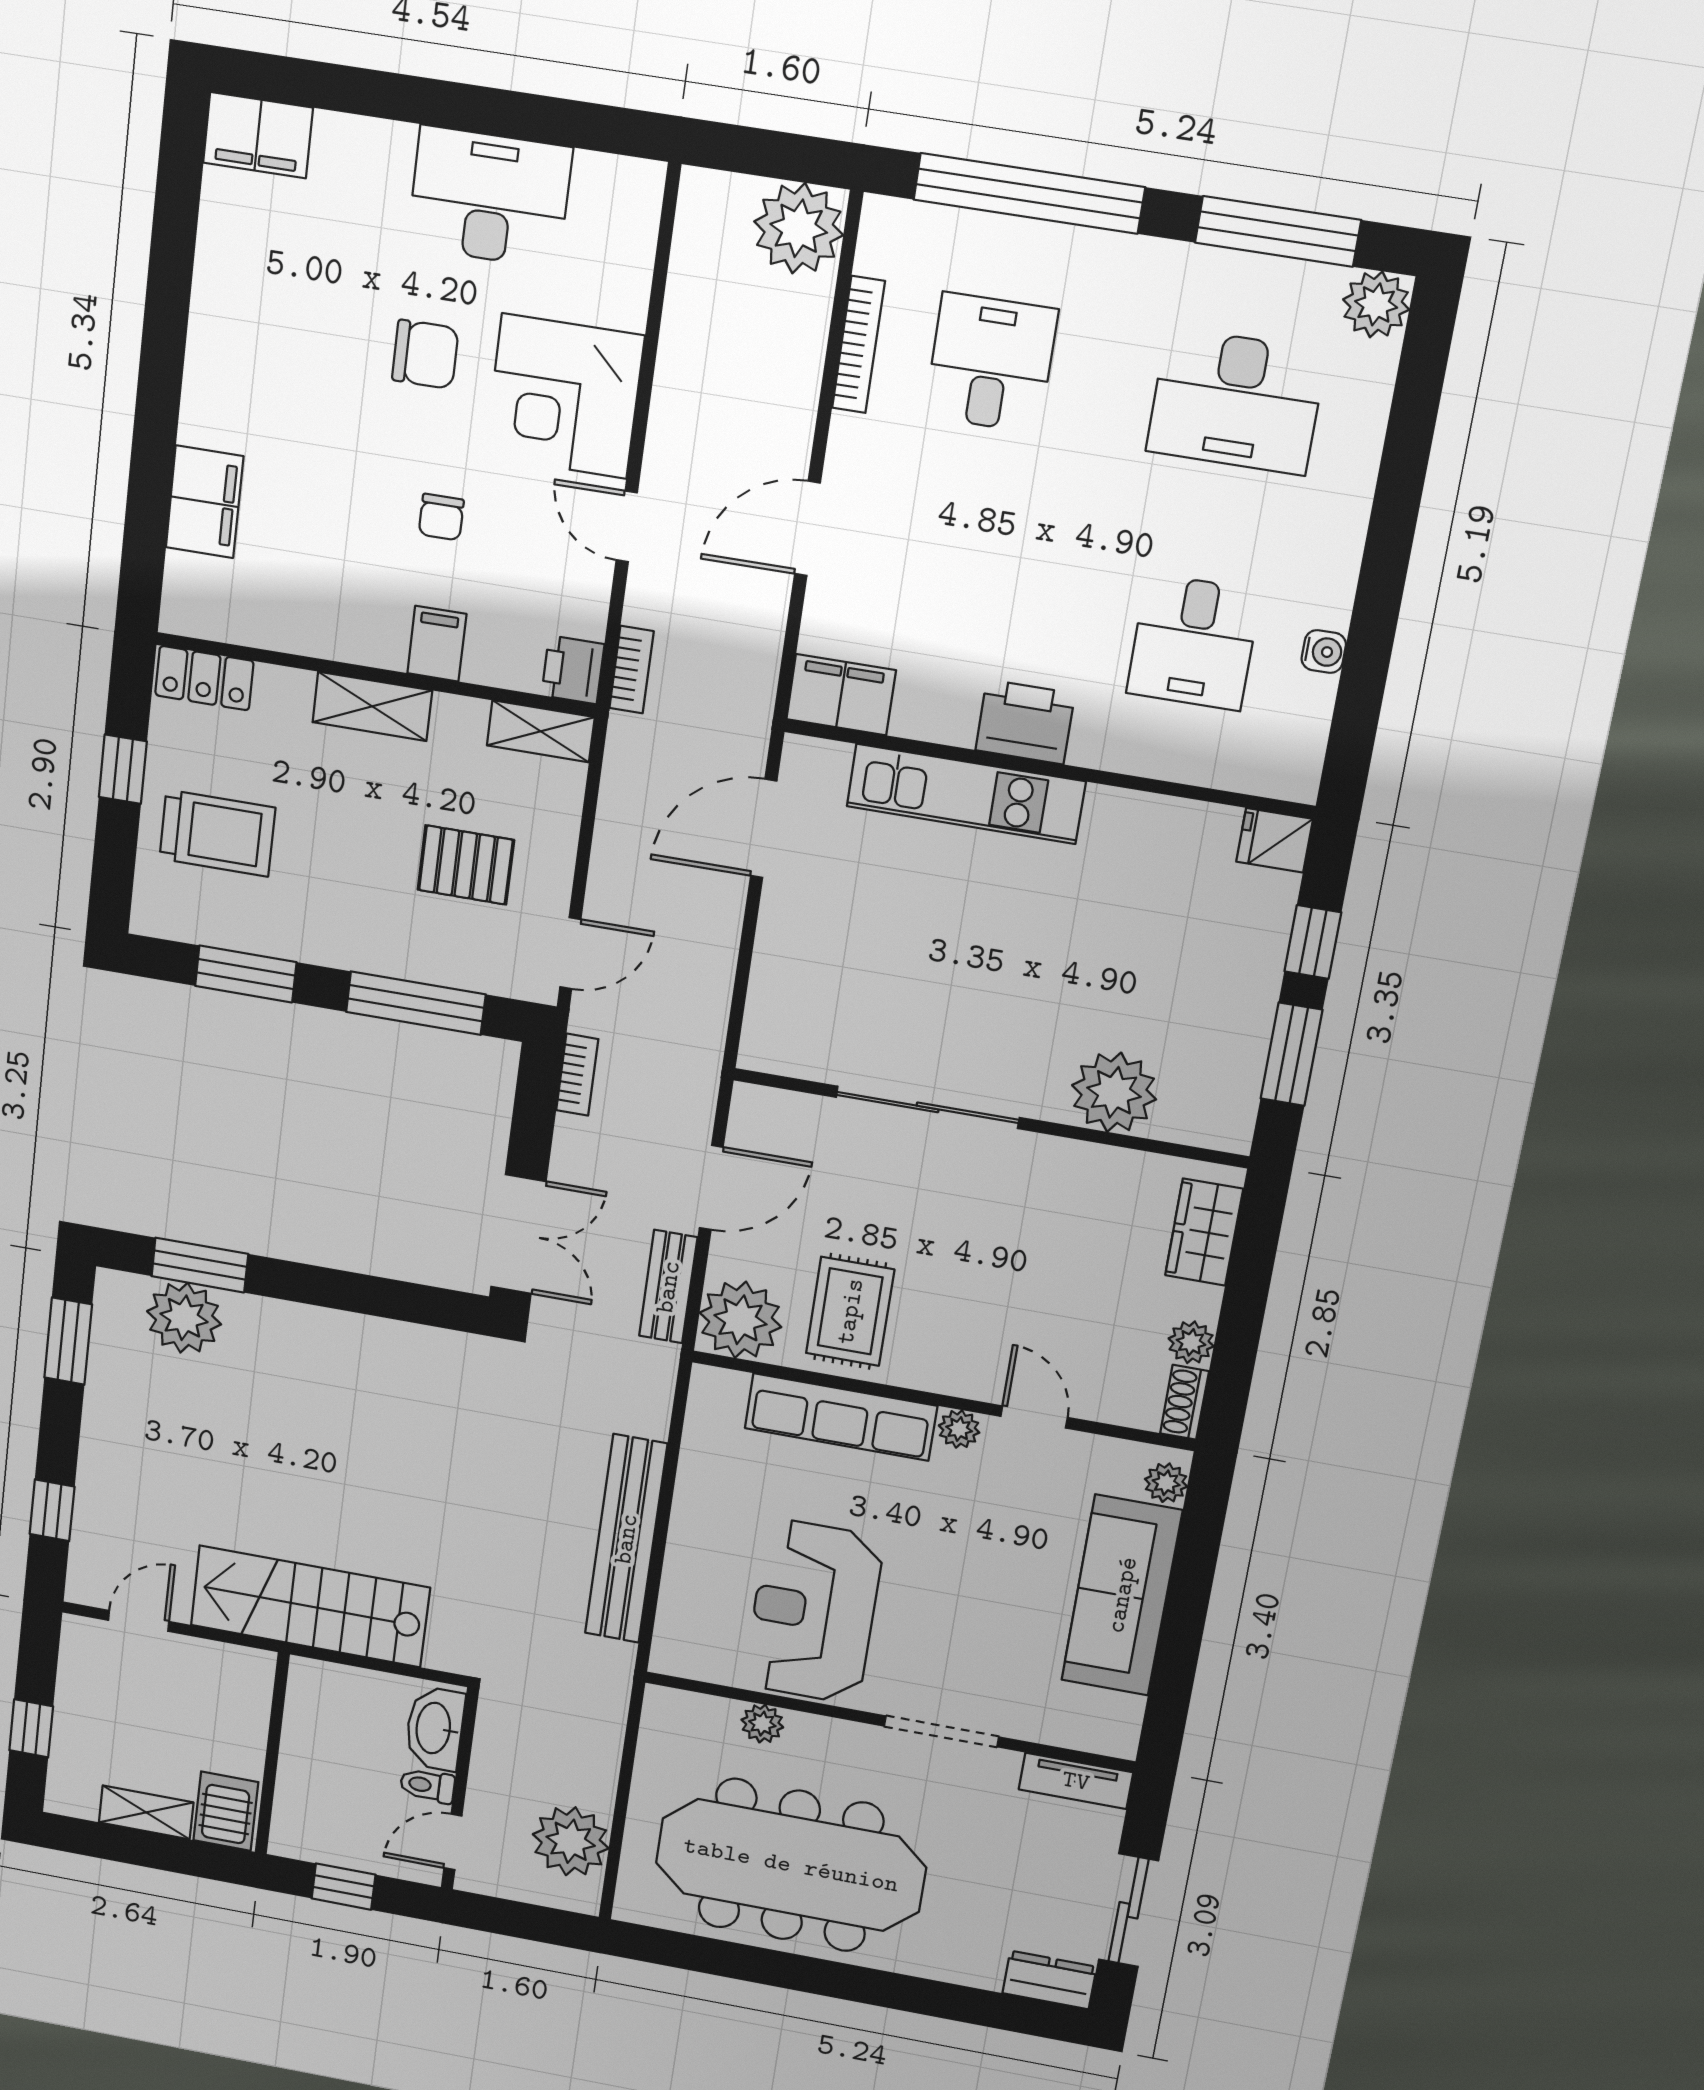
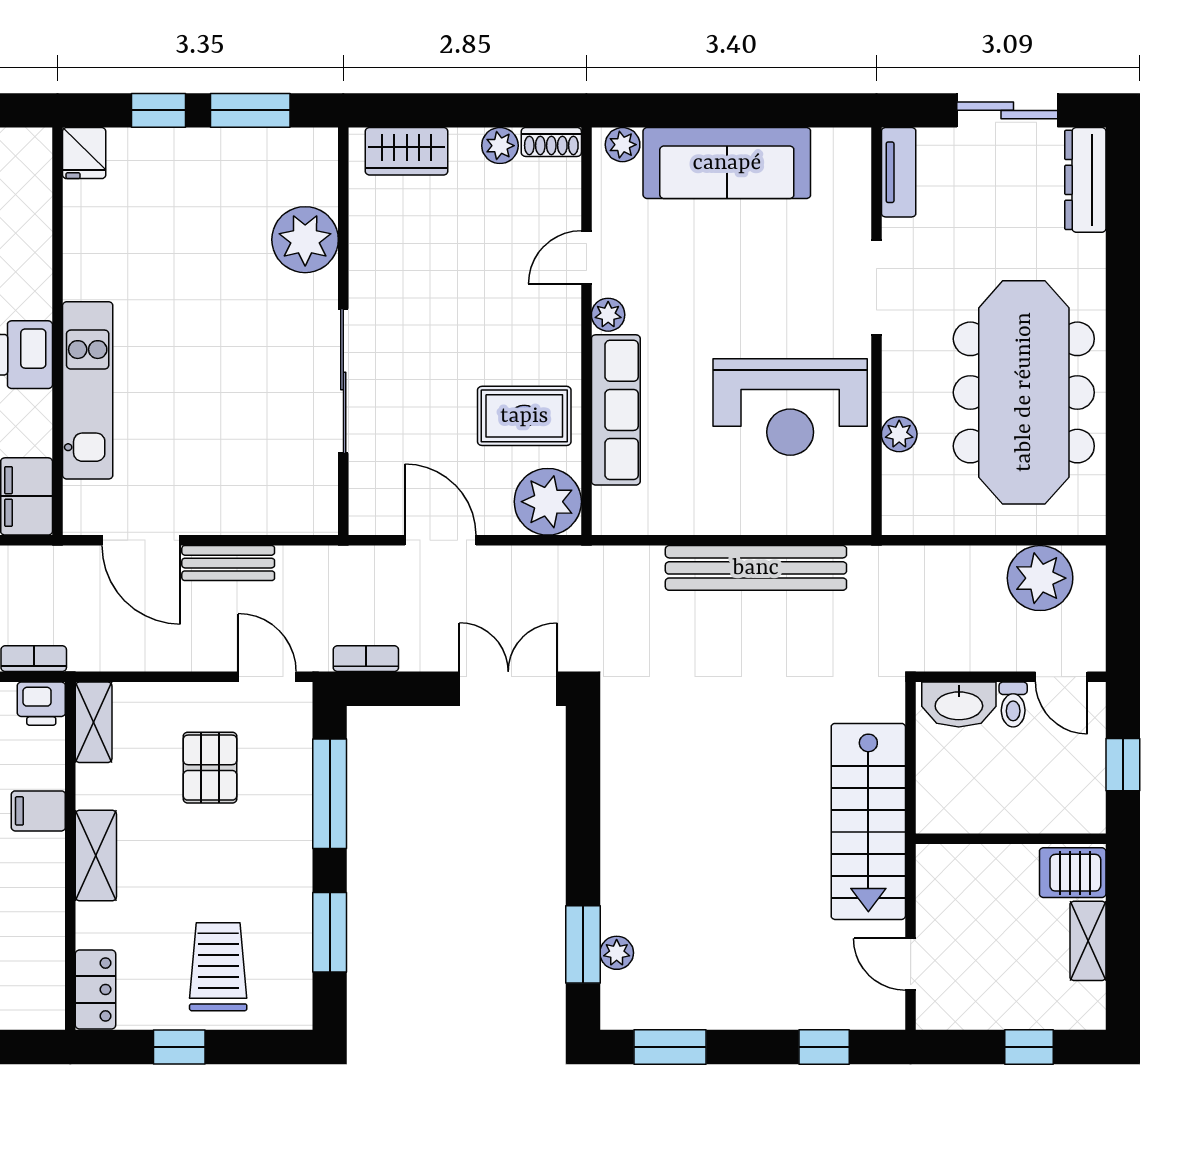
bench: (668, 1287) -> (228, 563), moved
plant: (184, 1318) -> (617, 953), width x0.53, depth x0.53
dresser: (1049, 1980) -> (1085, 180), width x1.44

